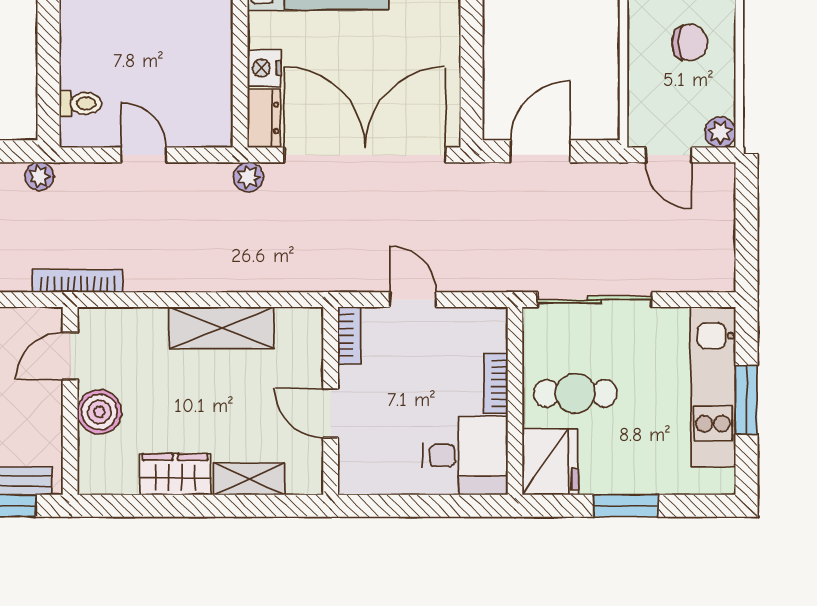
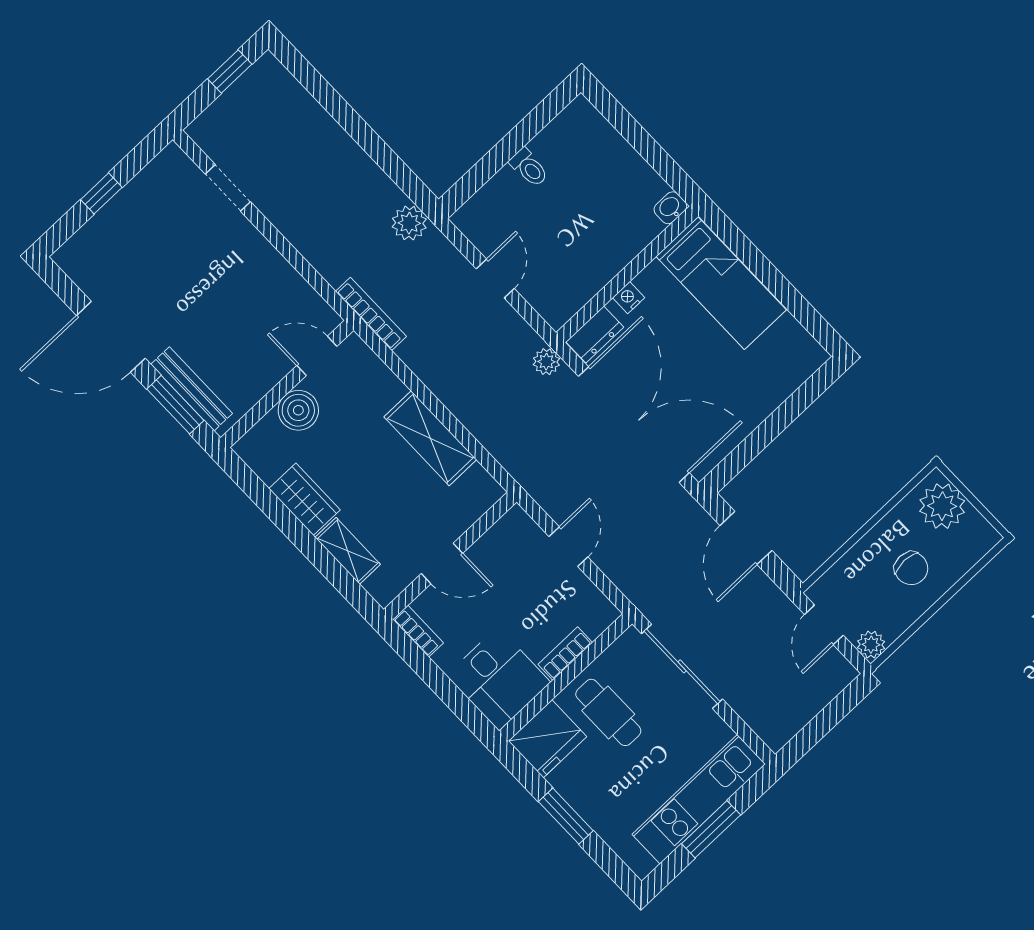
nightstand: (264, 68) -> (629, 298), width x0.72, depth x0.74
toilet: (80, 103) -> (529, 168), moved
door: (540, 151) -> (746, 538), swing flipped
plant: (39, 176) -> (409, 223), width x1.38, depth x1.38
bookcase: (349, 336) -> (418, 631), moved, turned -90
door: (331, 413) -> (442, 563), swing flipped

